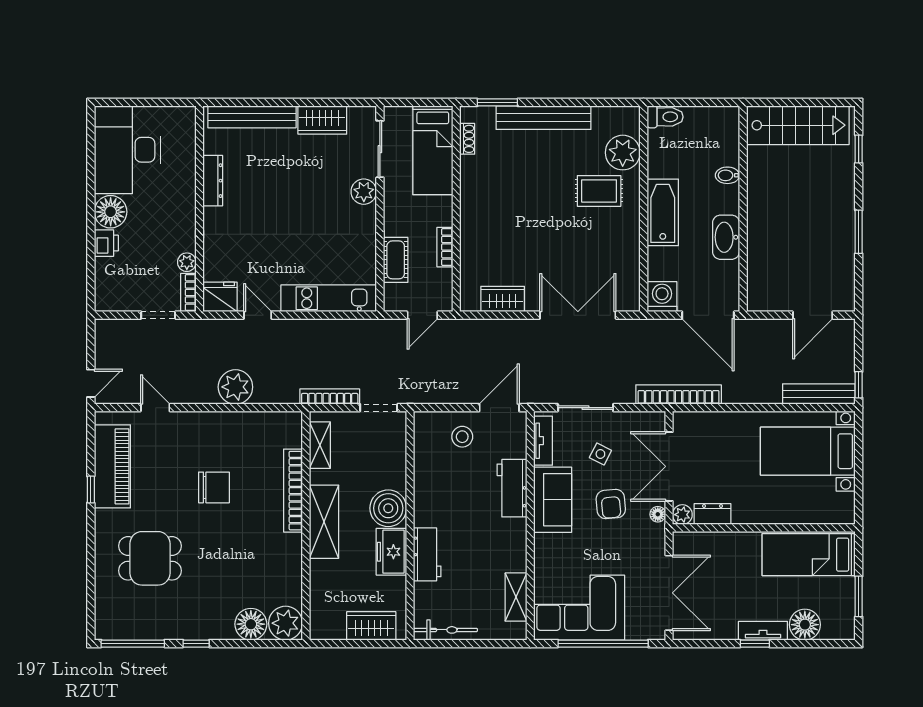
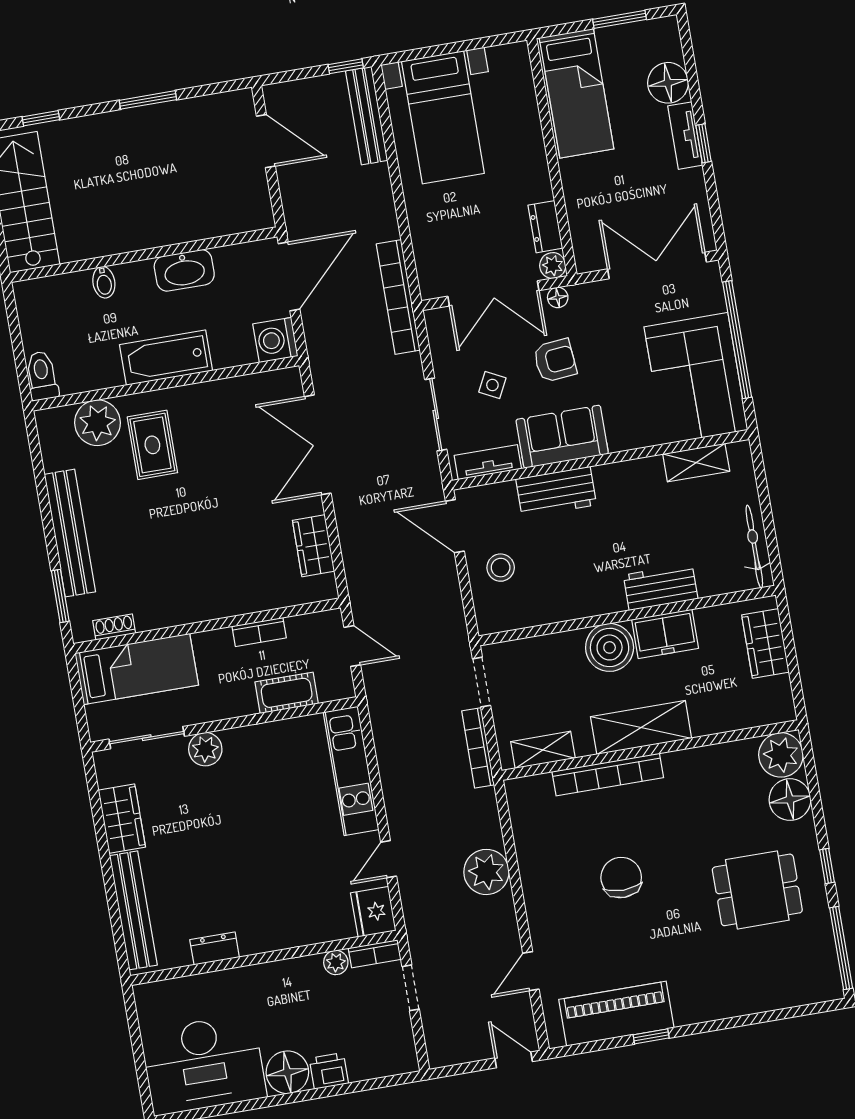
dresser: (213, 181) -> (215, 949), width x0.70
dining table: (150, 558) -> (757, 890), moved, turned 90

